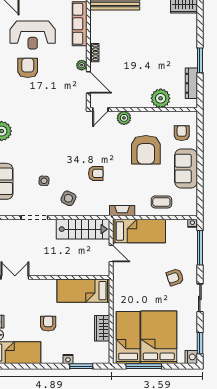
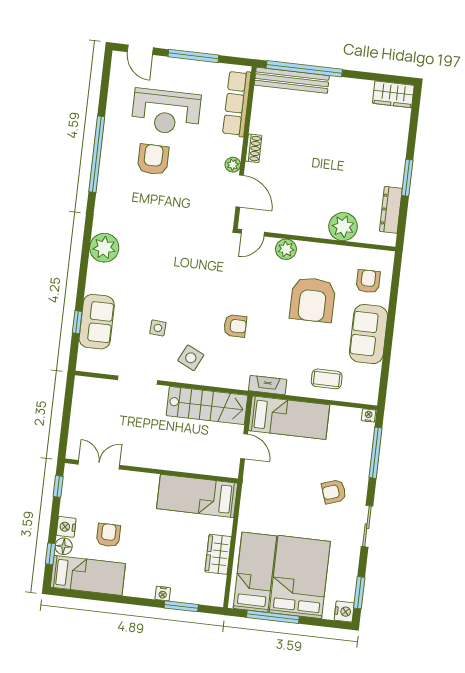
armchair: (48, 324) -> (108, 535), moved

